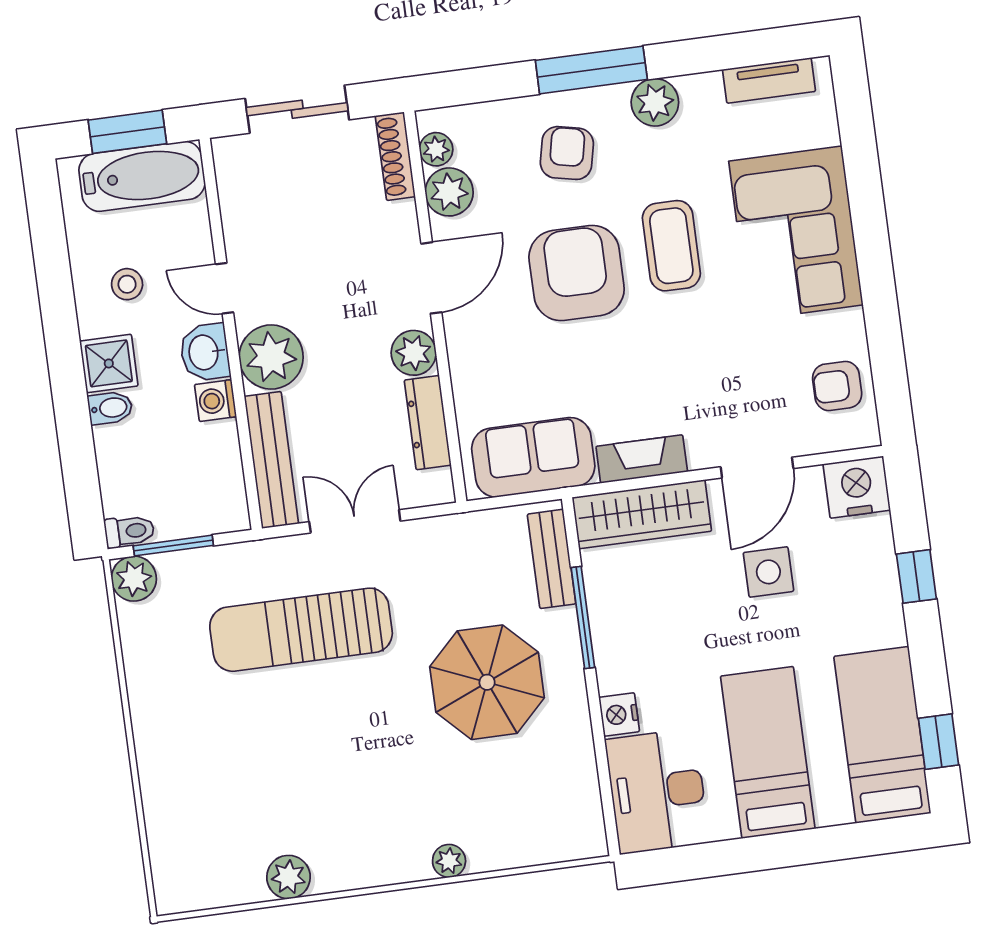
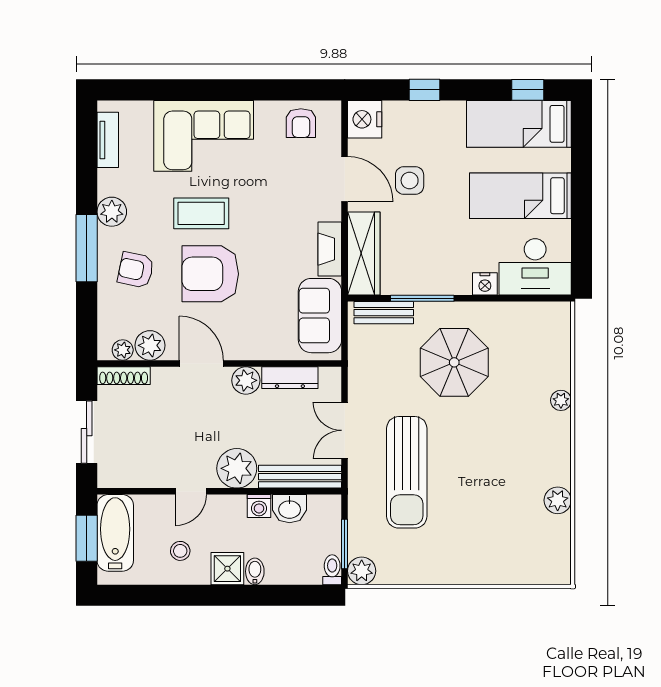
washbasin: (205, 352) -> (290, 509), moved

